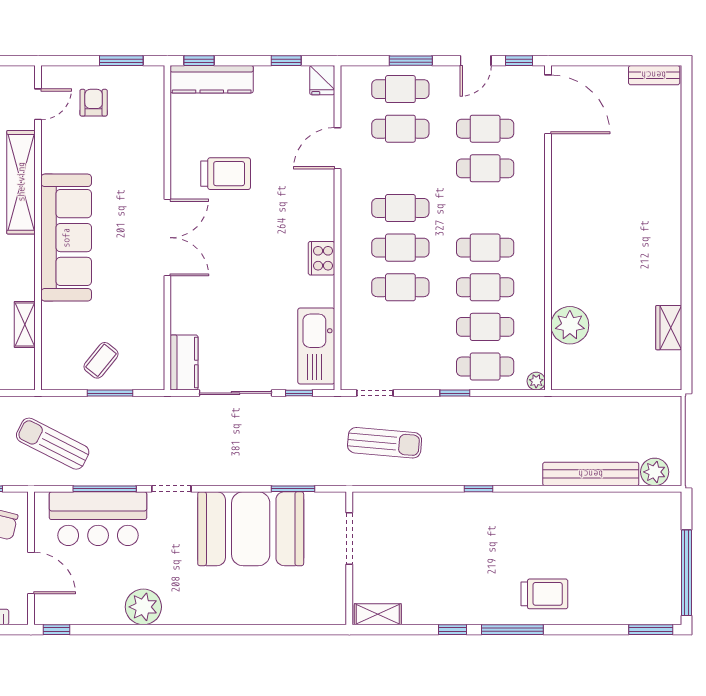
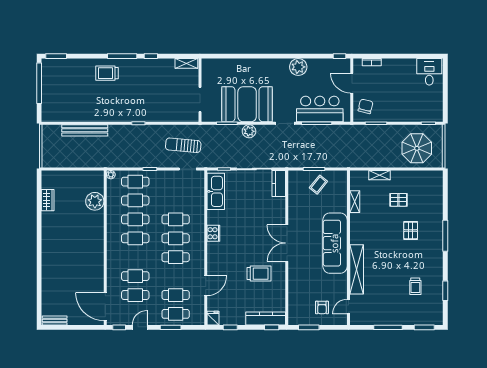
trolley: (226, 174) -> (259, 274), turned 180
sun lounger: (53, 444) -> (342, 145), removed
plant: (655, 472) -> (249, 131), moved

